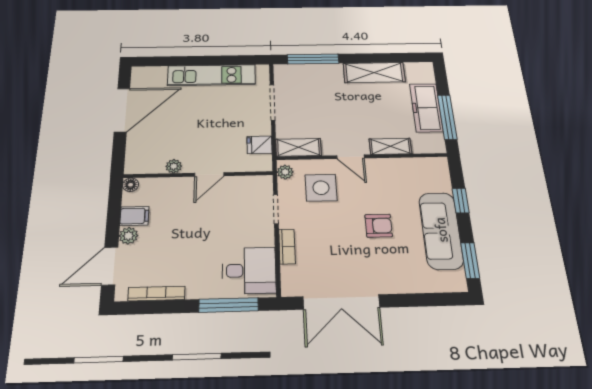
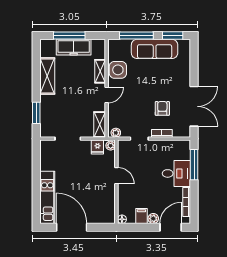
window: (313, 59) -> (36, 113), width x0.69
kitchen unit: (211, 75) -> (47, 197), moved
window: (447, 117) -> (69, 35), moved
plant: (174, 166) -> (111, 146), moved
side table: (321, 188) -> (118, 70), moved
window: (461, 201) -> (136, 35), width x2.17
armchair: (379, 226) -> (162, 108), moved
door: (110, 266) -> (171, 227), swing flipped
desk: (249, 270) -> (176, 173), moved, turned 90

